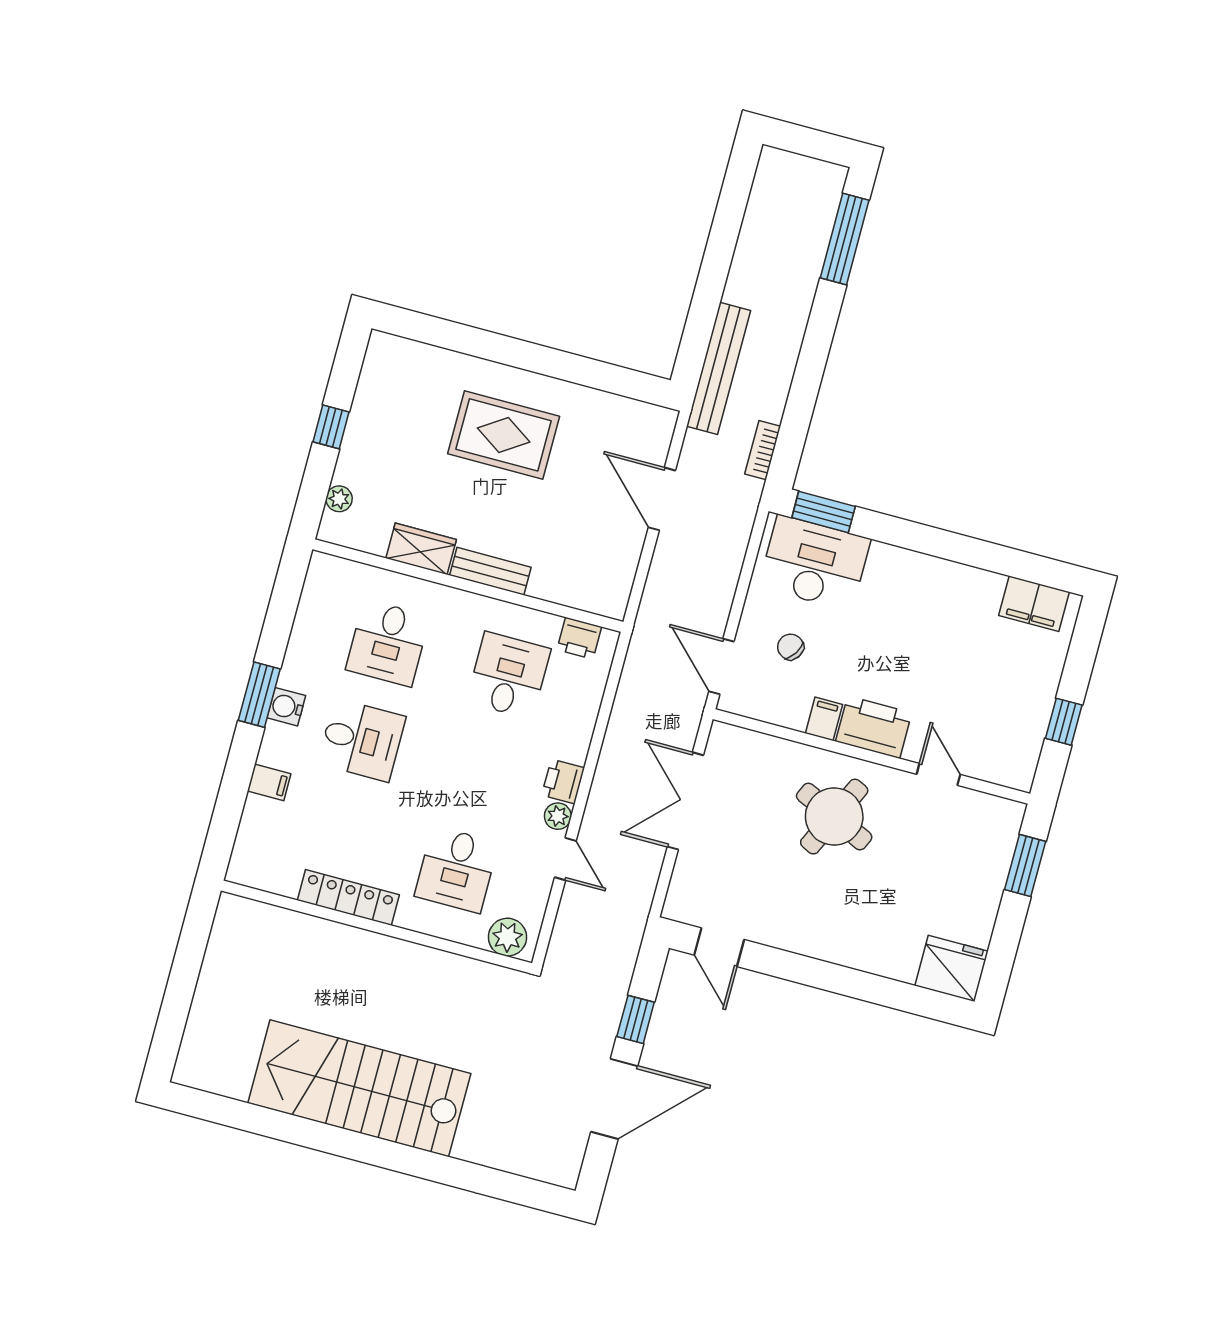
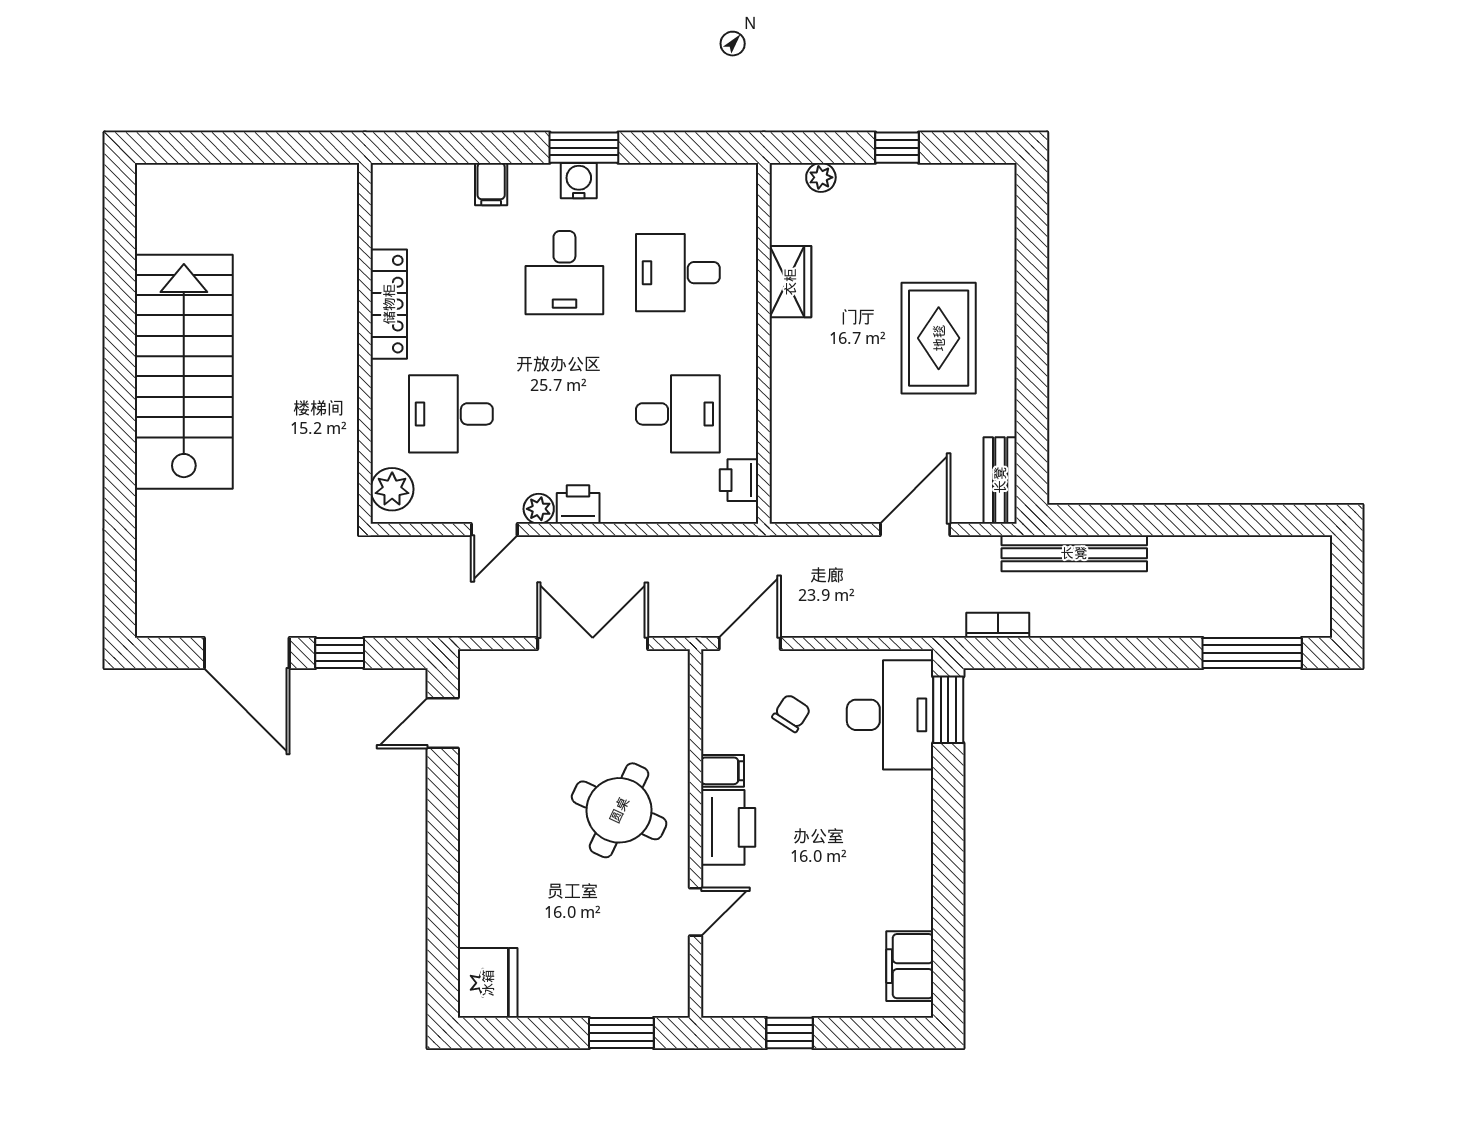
bench: (490, 571) -> (1000, 480), moved

